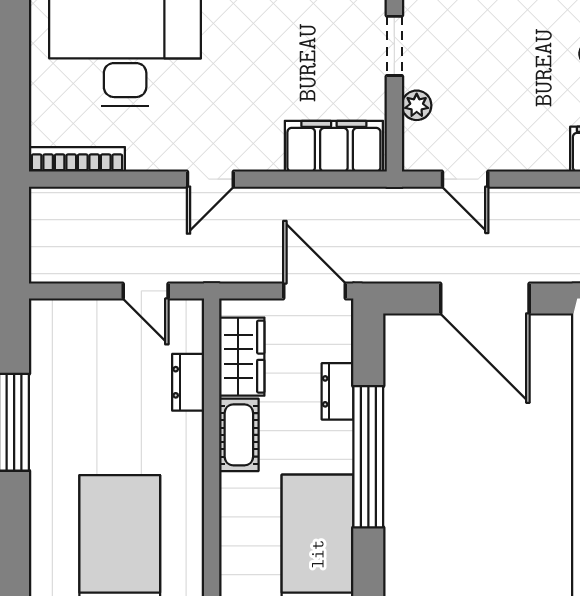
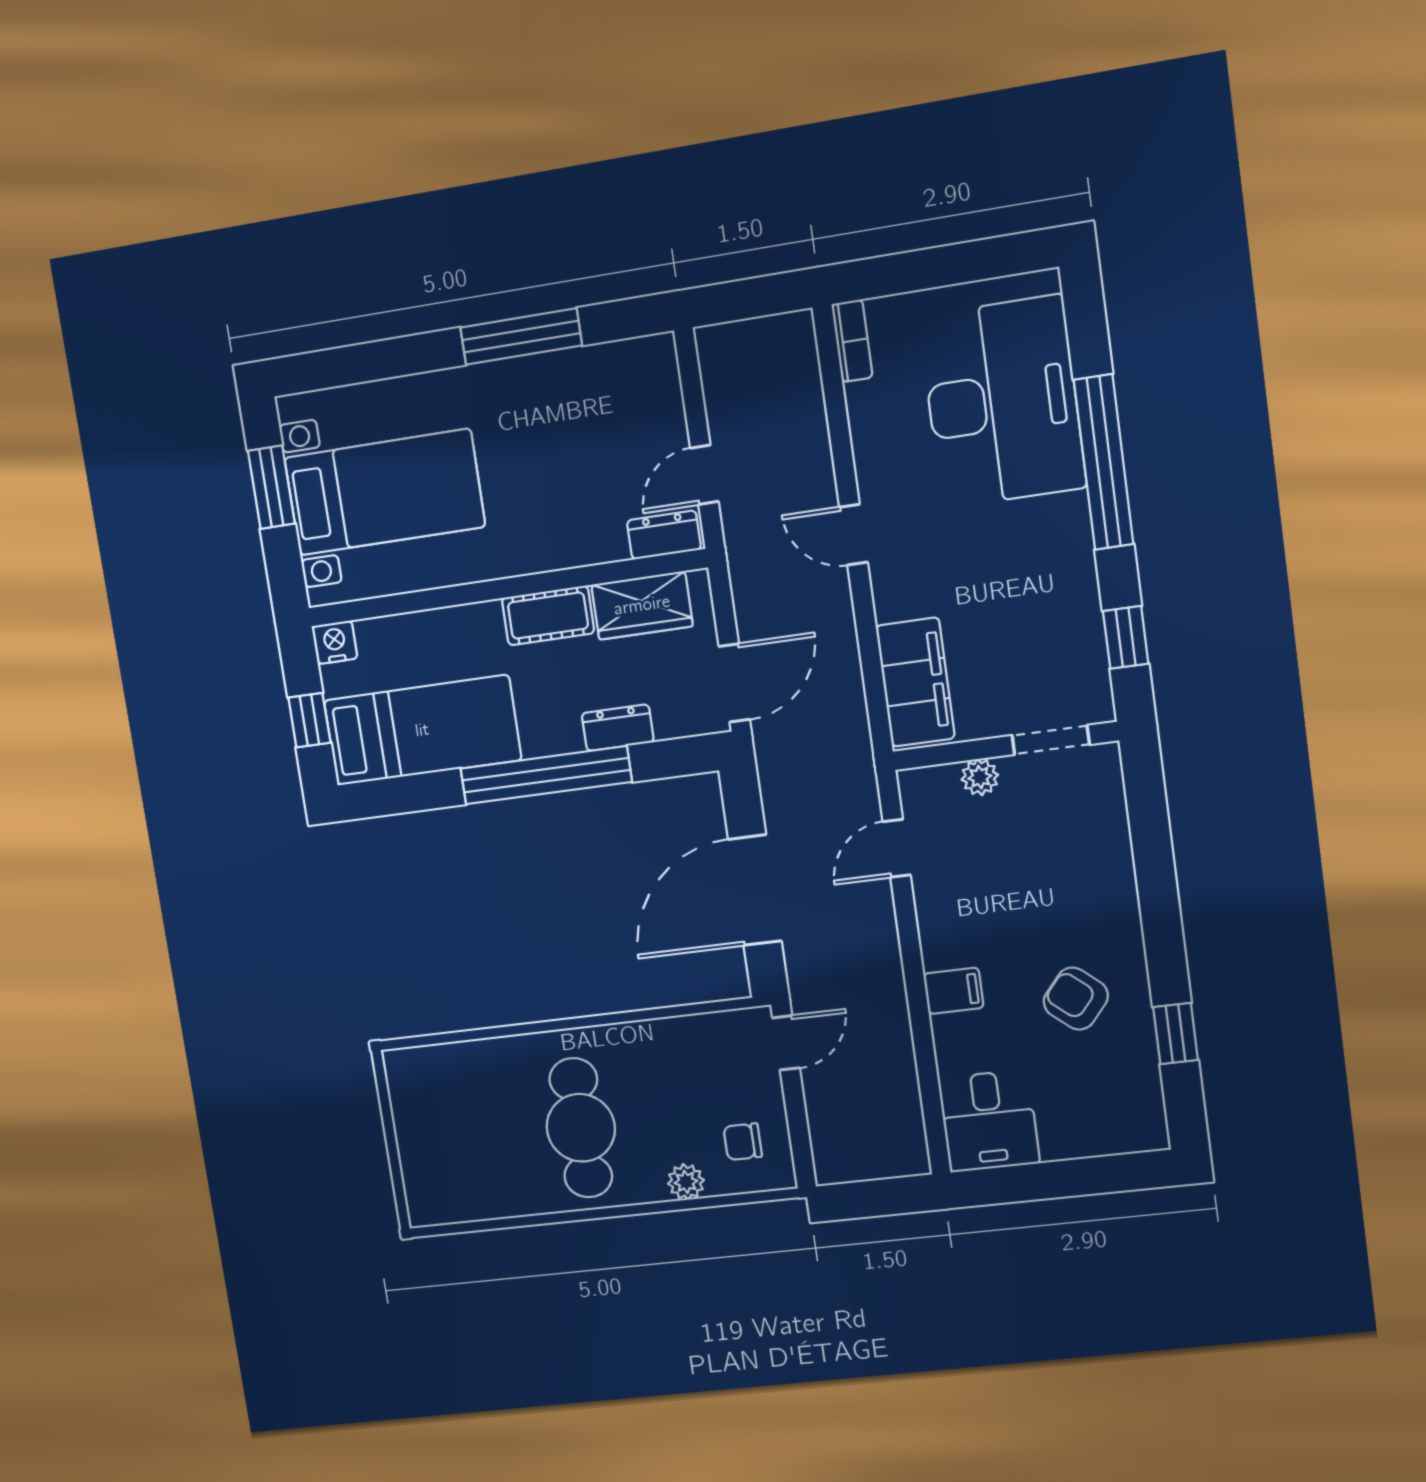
bookcase: (77, 159) -> (852, 341), width x0.64
dresser: (188, 382) -> (664, 535), moved

